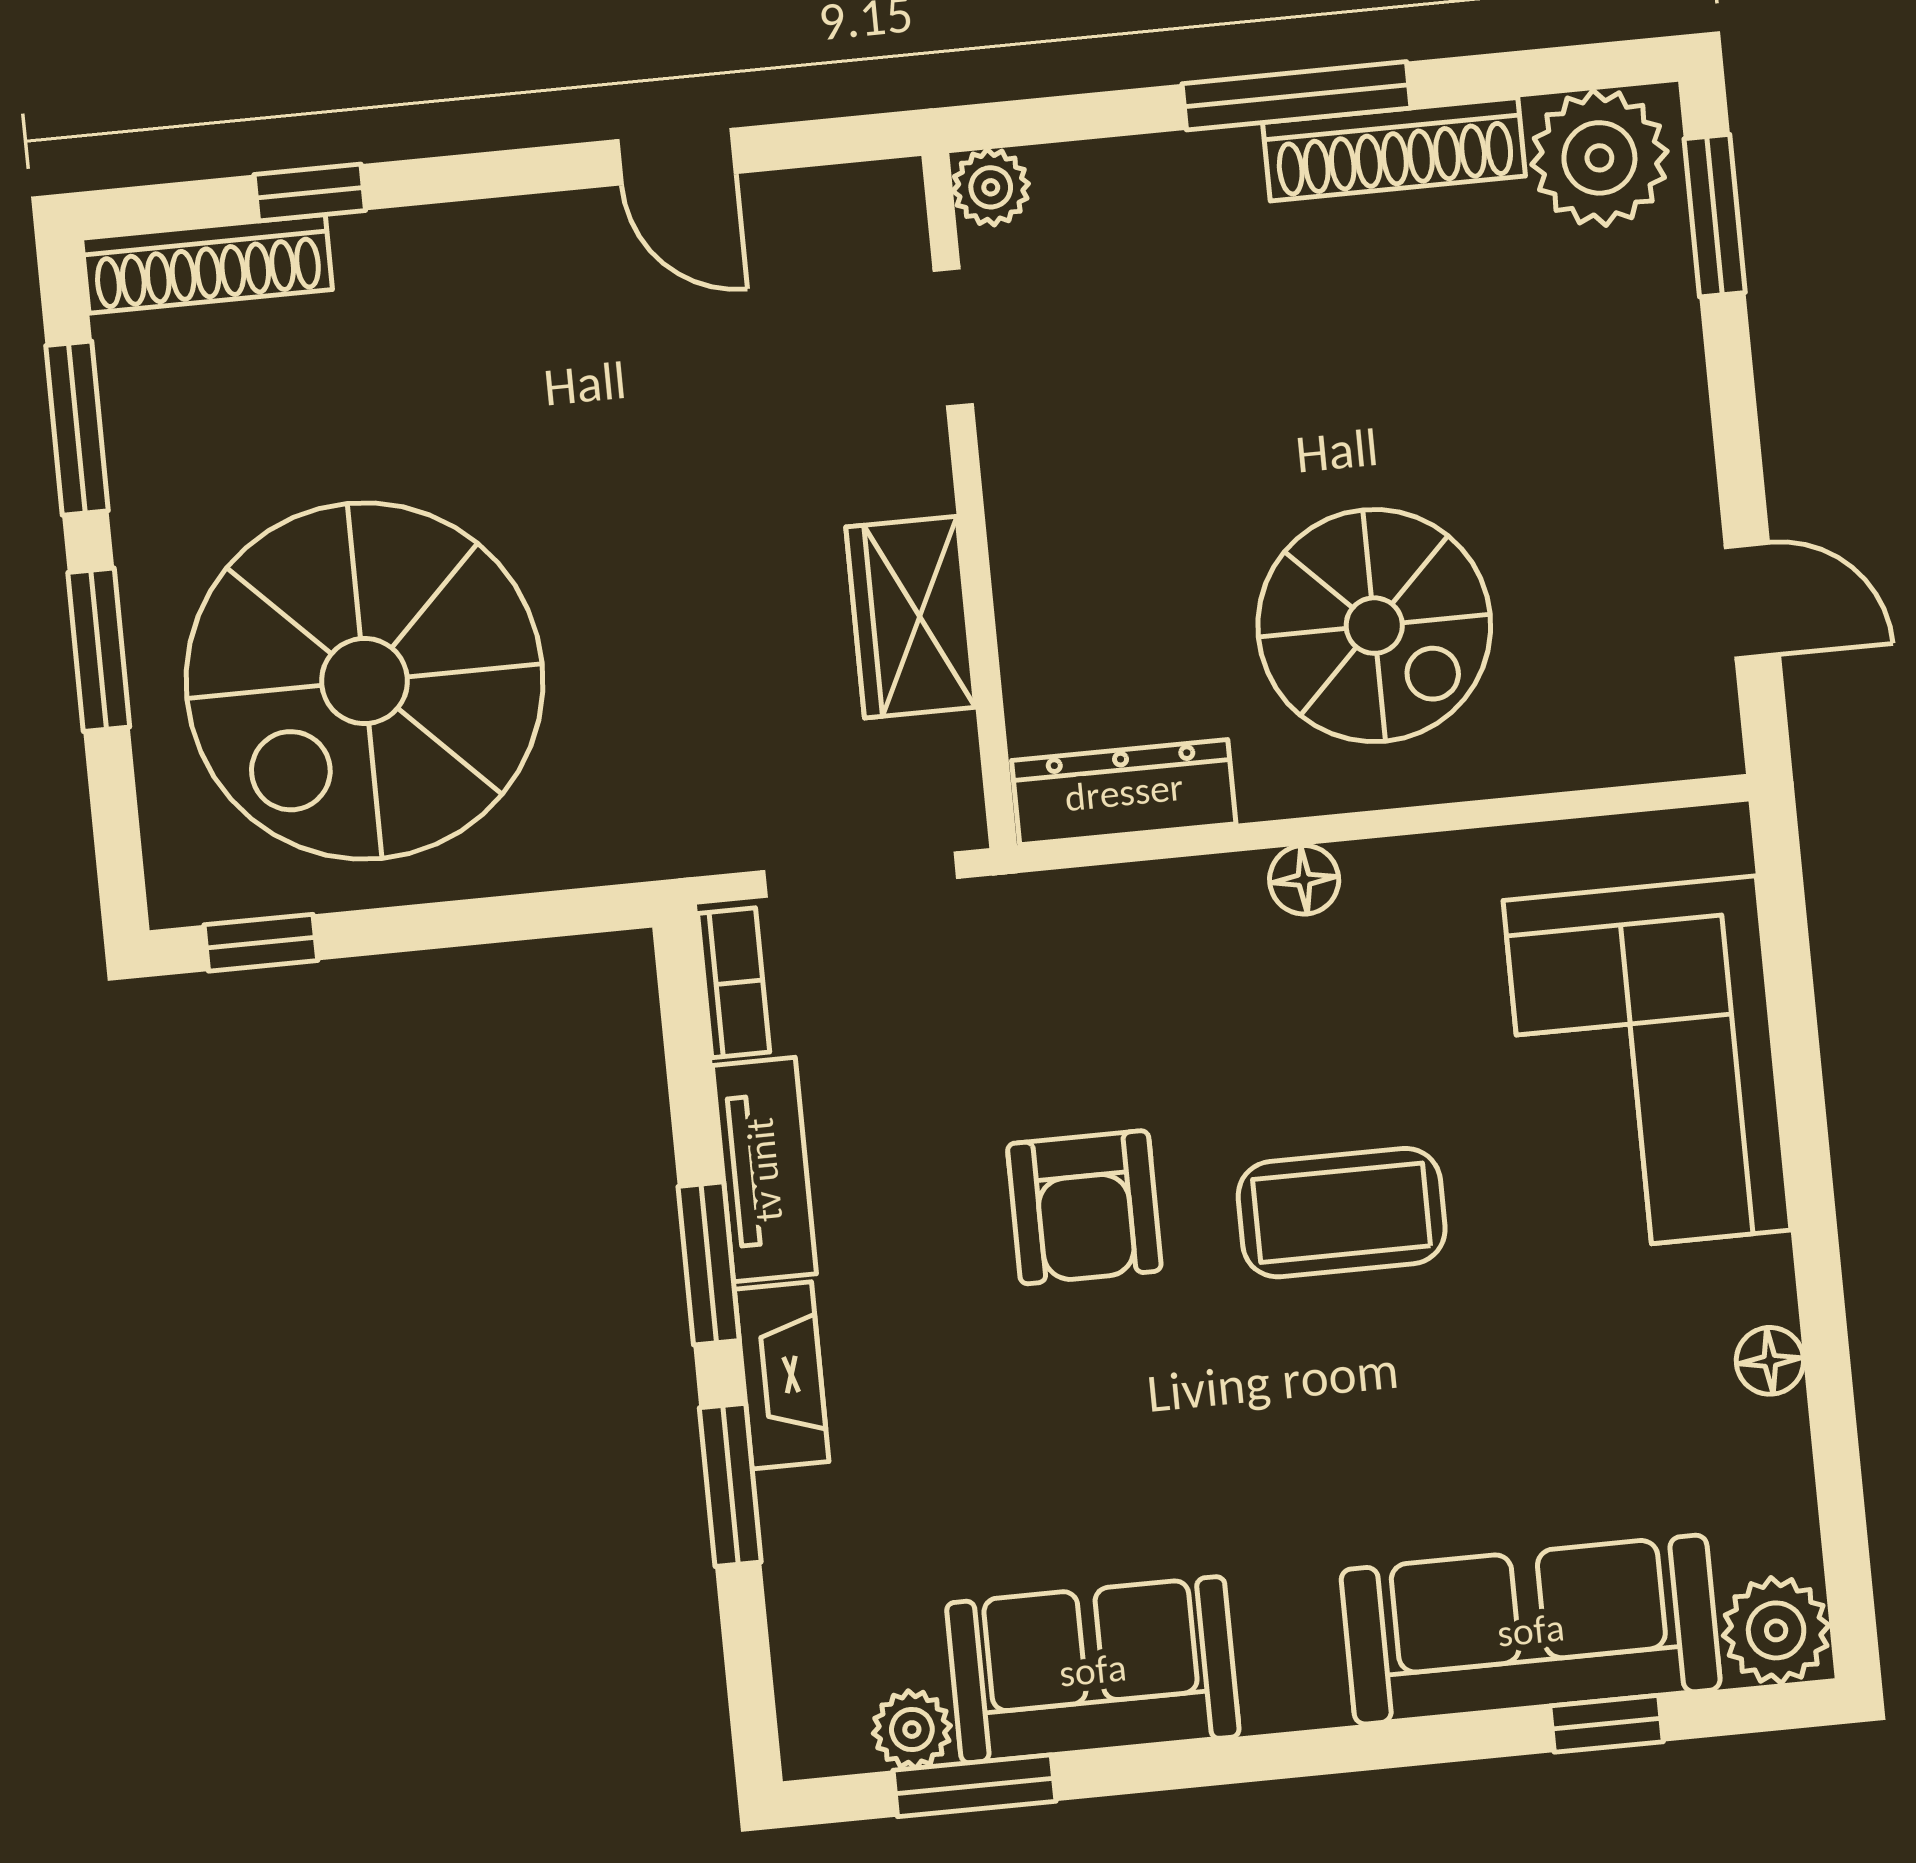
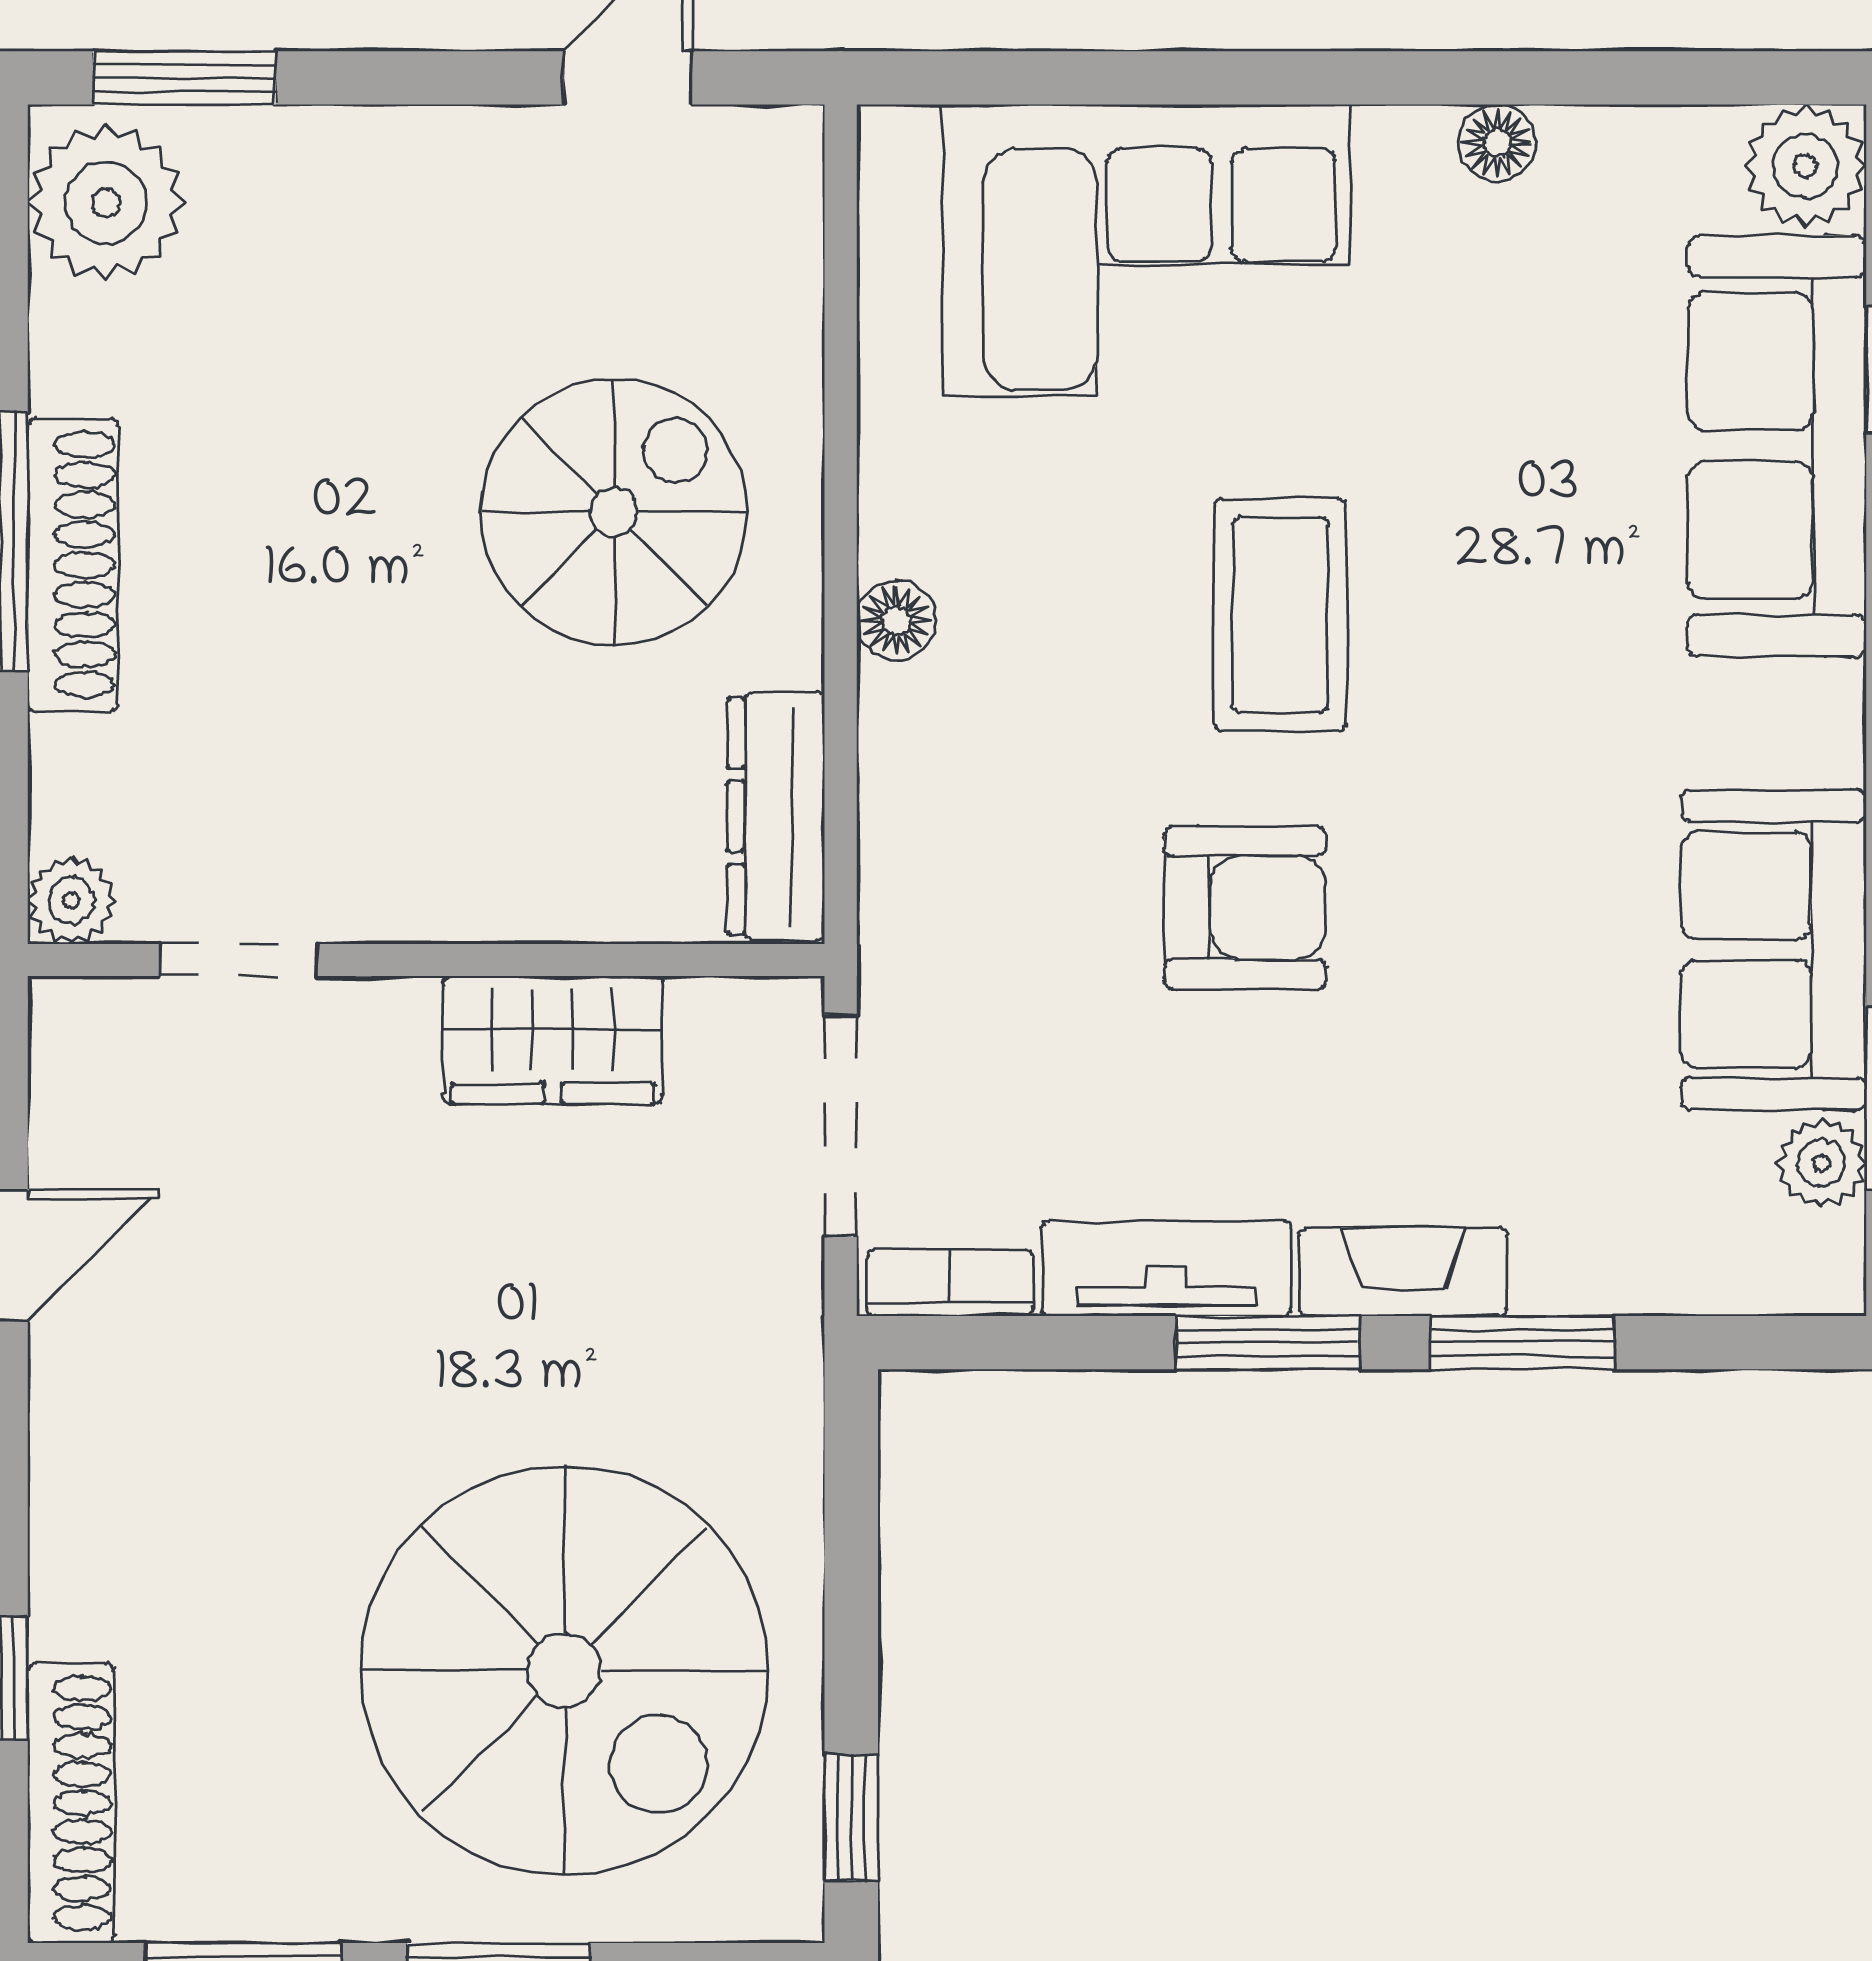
shoe rack: (1394, 149) -> (73, 565), moved

